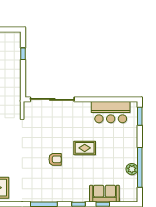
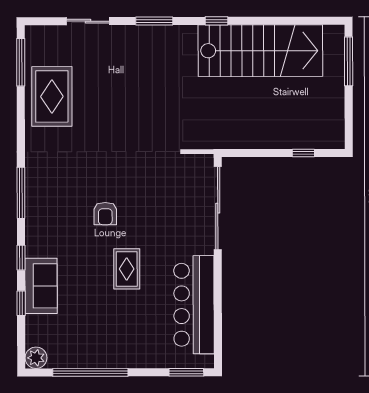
bar counter: (111, 112) -> (194, 305), width x1.36
plant: (132, 169) -> (36, 358), moved
sofa: (104, 194) -> (41, 286), moved

